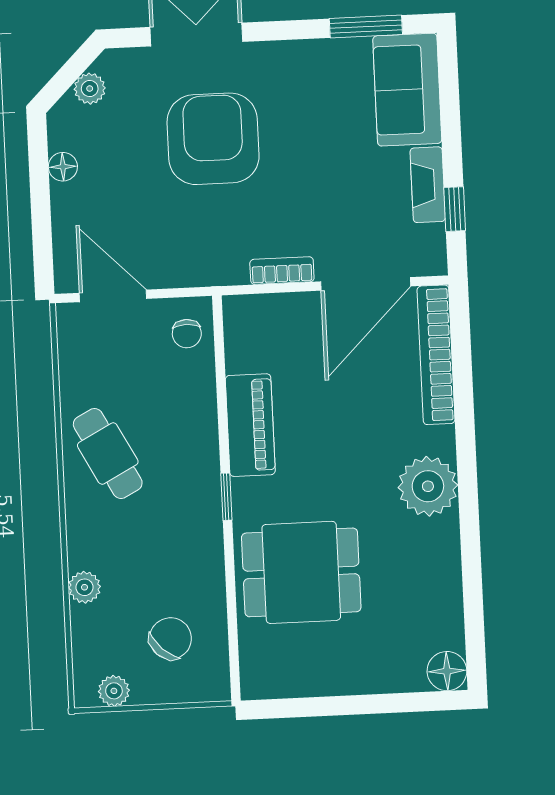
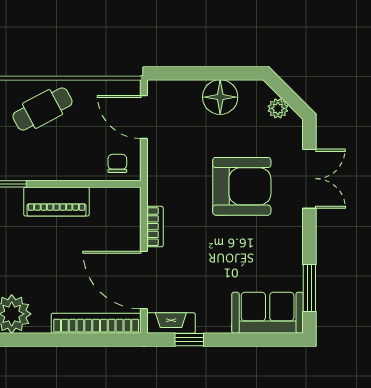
floor lamp: (63, 167) -> (220, 97), width x1.89, depth x1.89
fireplace: (428, 185) -> (171, 323), moved
door: (113, 296) -> (144, 117), swing flipped
chair: (187, 334) -> (117, 163), turned 90

